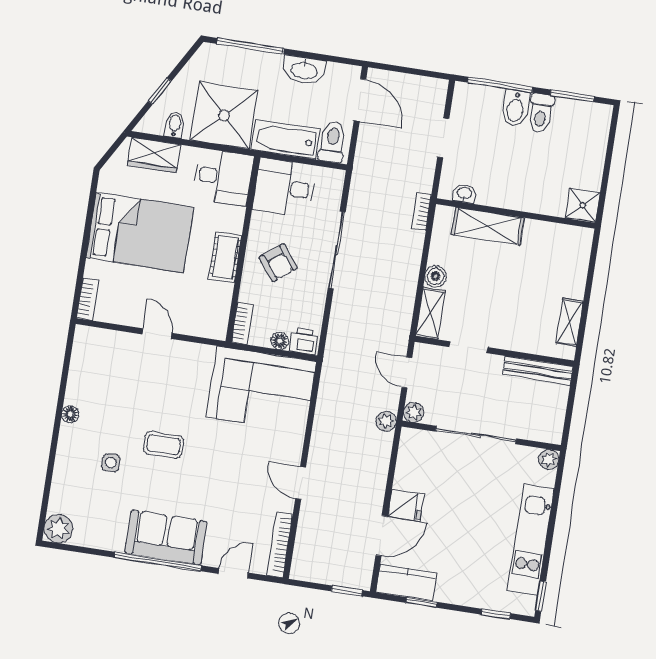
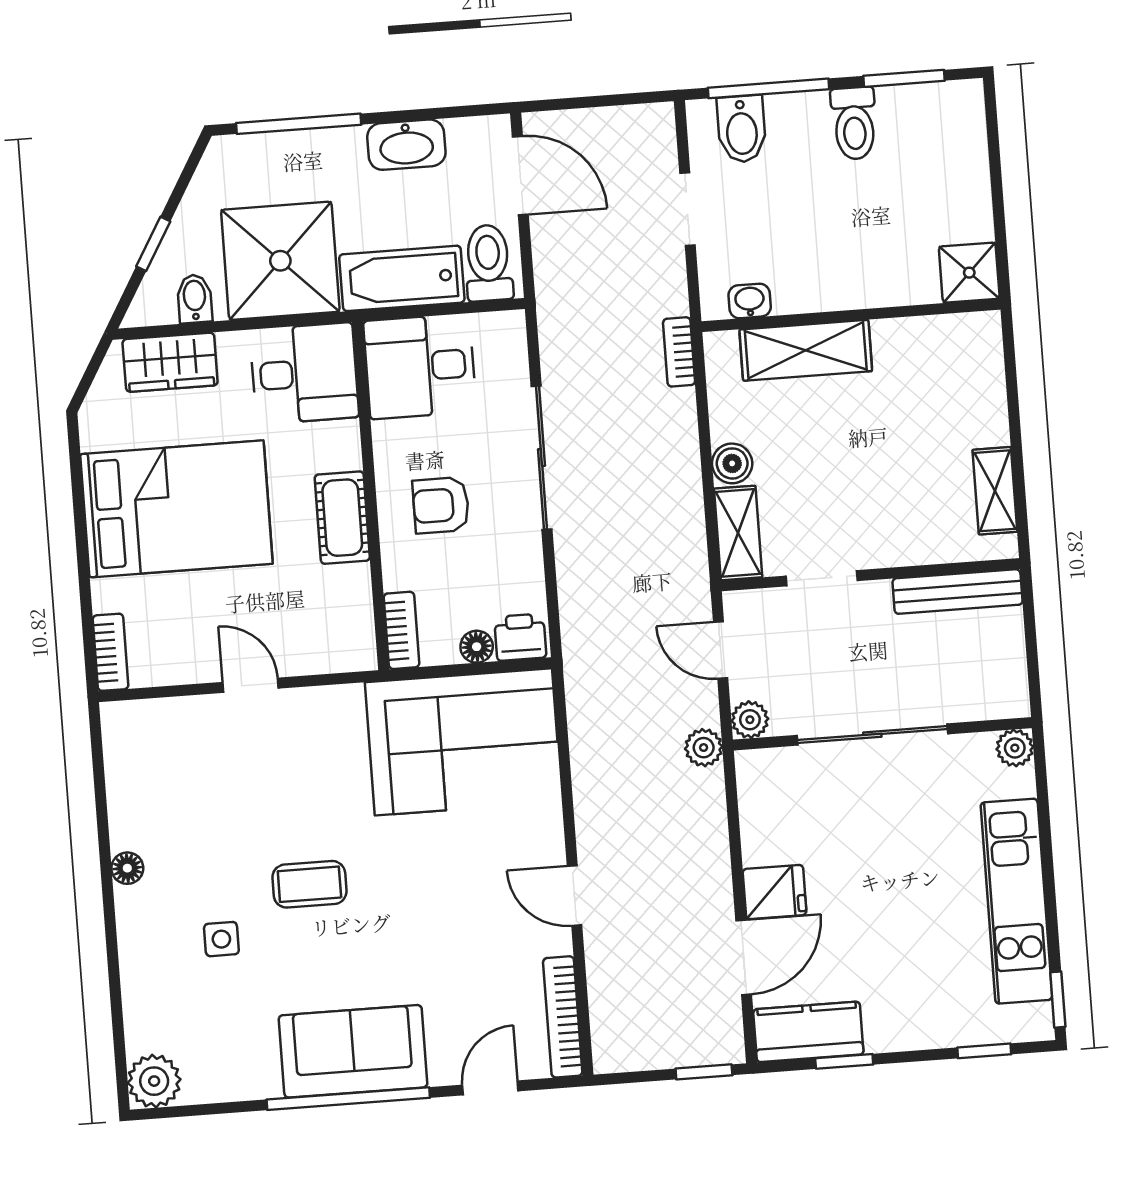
bidet: (515, 108) -> (742, 129), moved
armchair: (278, 263) -> (441, 505), turned 128

